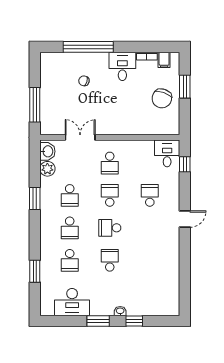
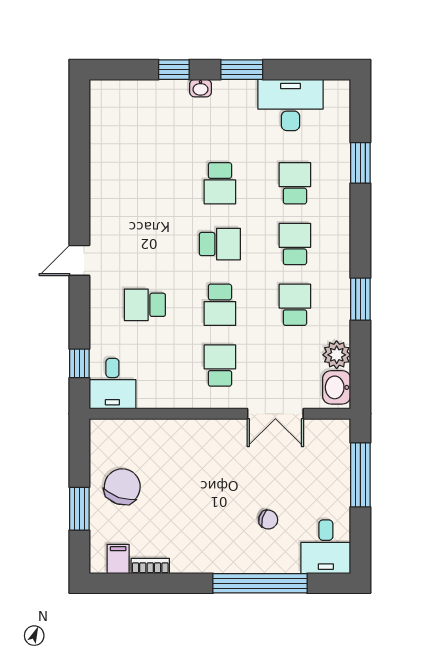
desk: (122, 66) -> (326, 547), moved
school desk: (150, 195) -> (145, 305), turned 90

